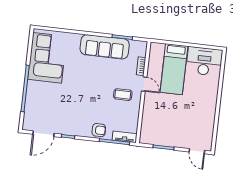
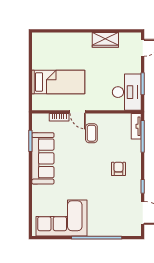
desk: (204, 61) -> (127, 92), moved, turned 180
door: (144, 84) -> (78, 112), swing flipped
wardrobe: (208, 117) -> (105, 40), added
armchair: (99, 130) -> (118, 169), moved

